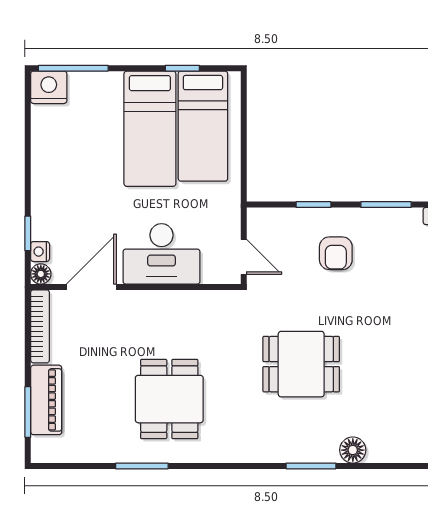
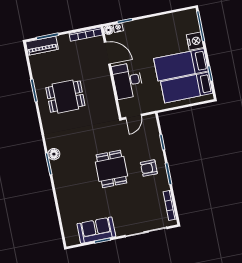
nightstand: (49, 87) -> (195, 41), moved
armchair: (336, 253) -> (149, 168), moved
dining table: (301, 364) -> (111, 169), moved
piano: (46, 400) -> (42, 46), moved
floor lamp: (353, 450) -> (54, 154), moved

